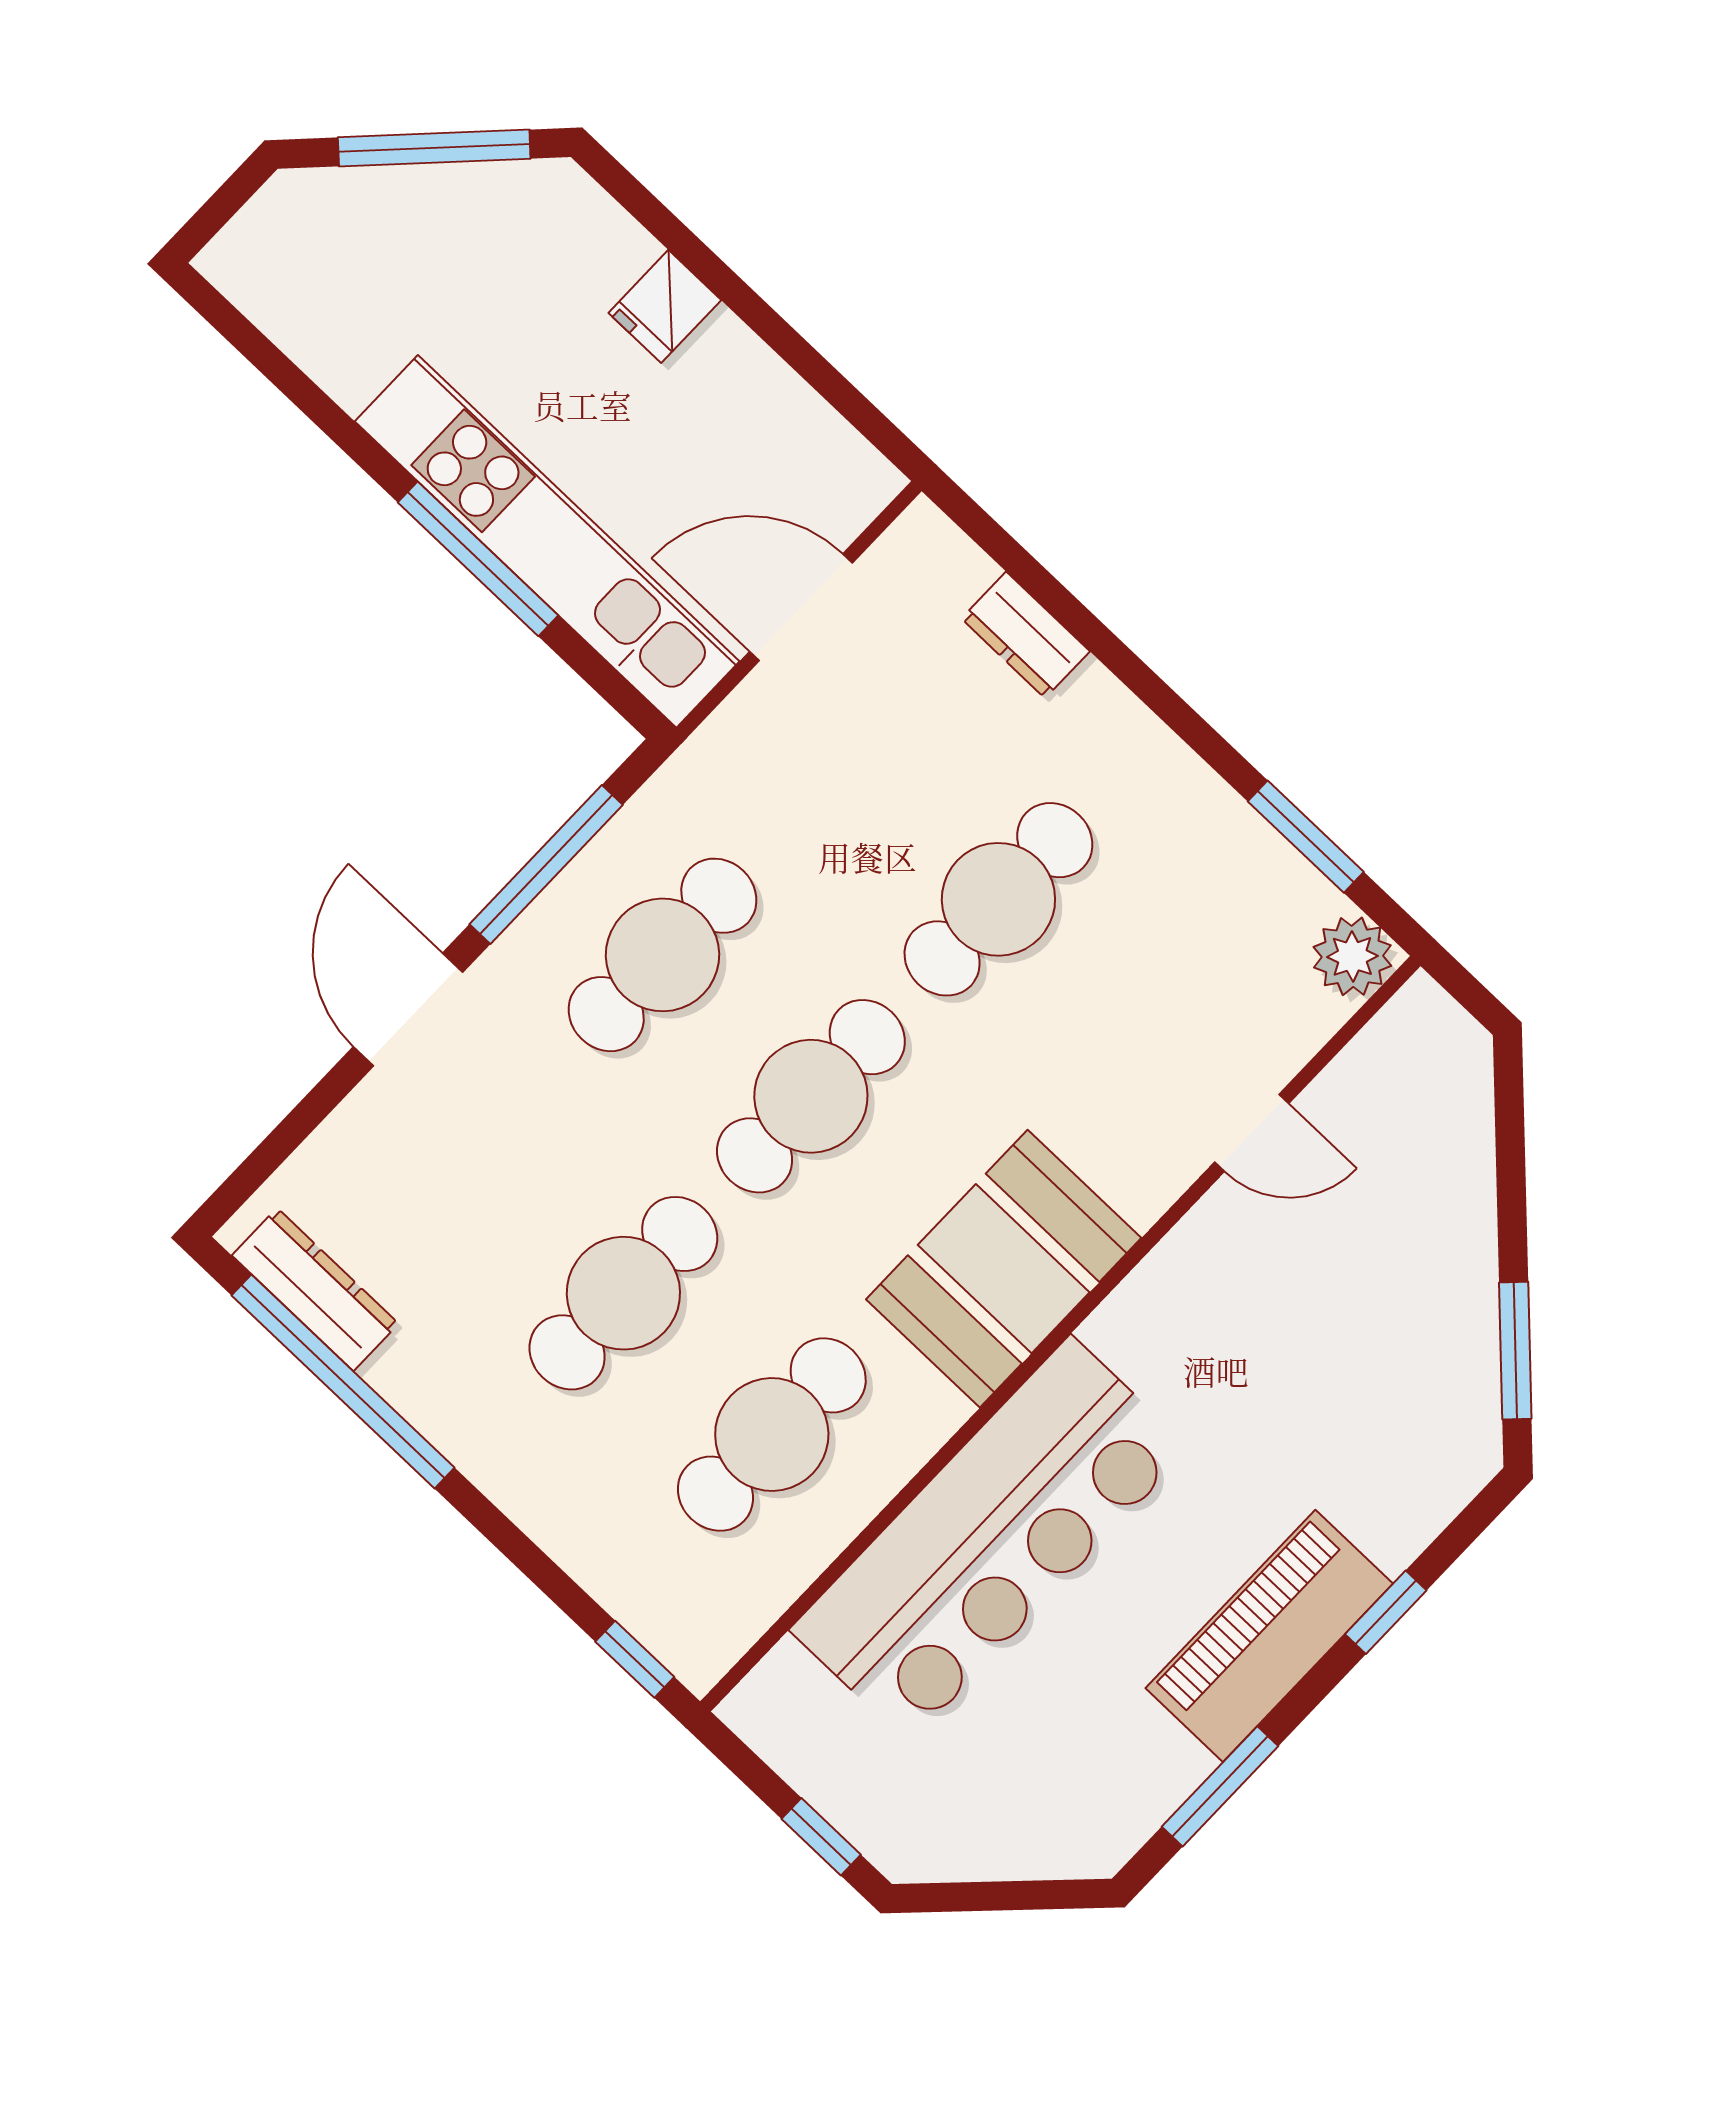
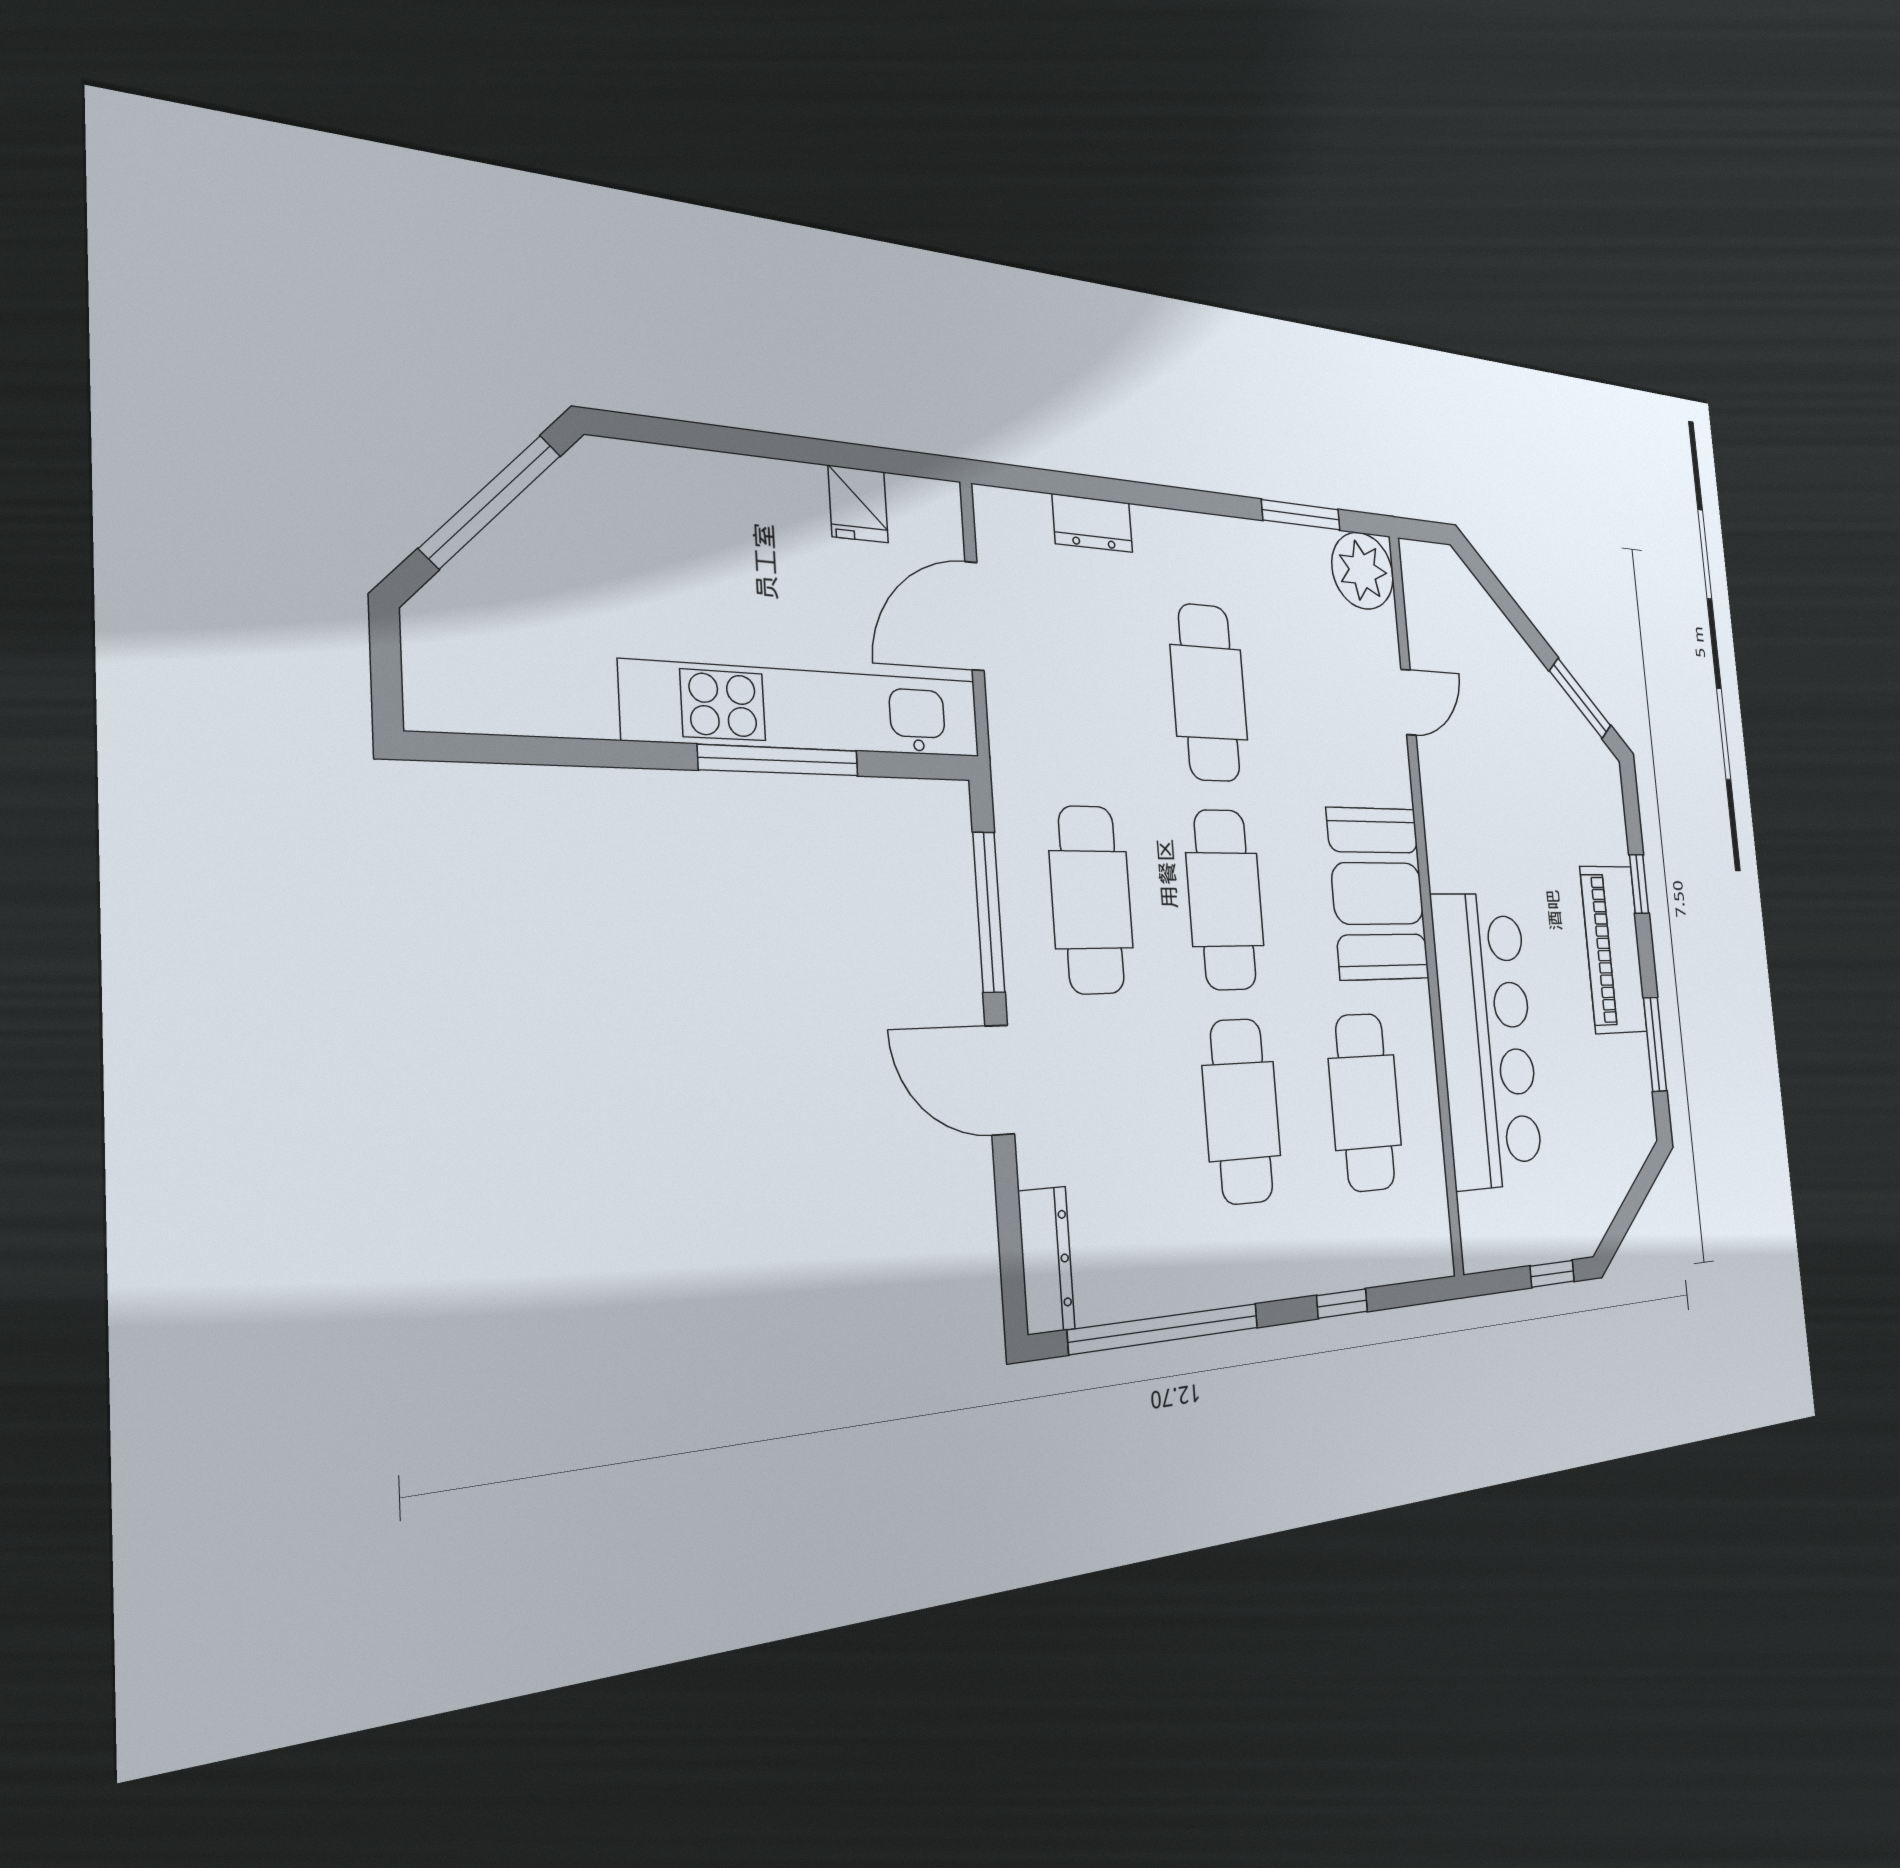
fridge: (665, 306) -> (858, 504), moved
plant: (1352, 956) -> (1363, 571), width x1.36, depth x1.36
dresser: (315, 1290) -> (1046, 1260), moved, turned 90
window: (635, 1659) -> (1342, 1304), moved

